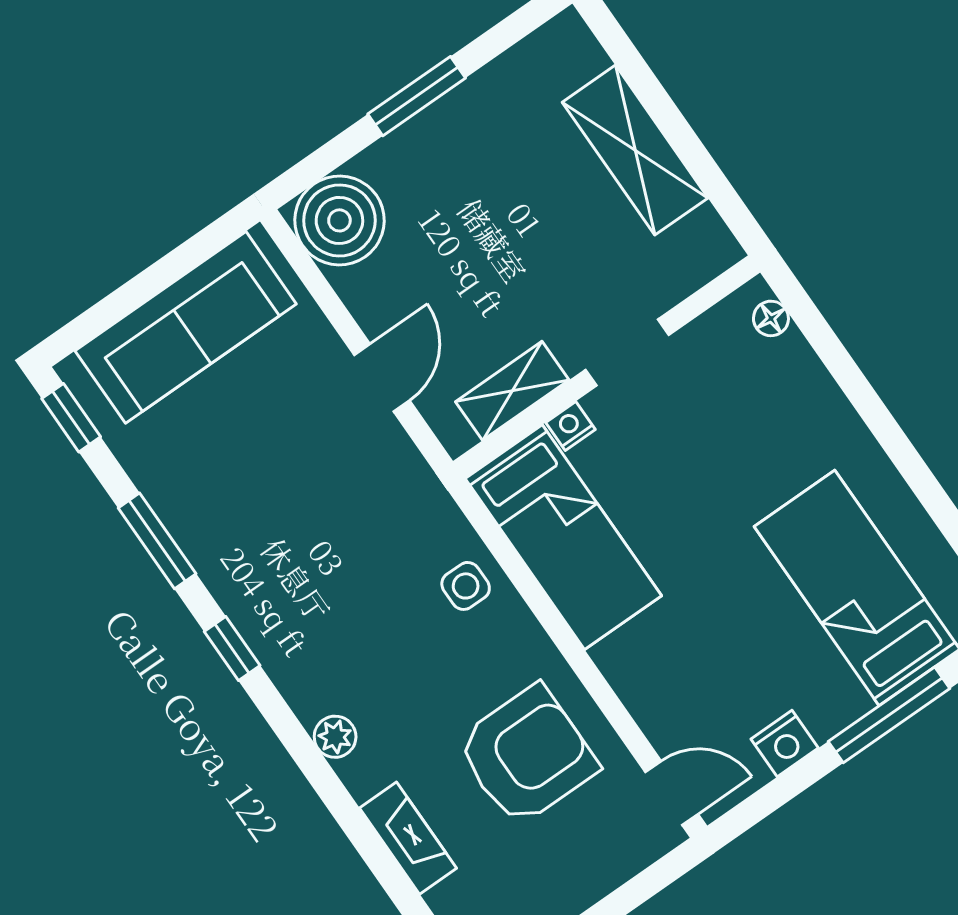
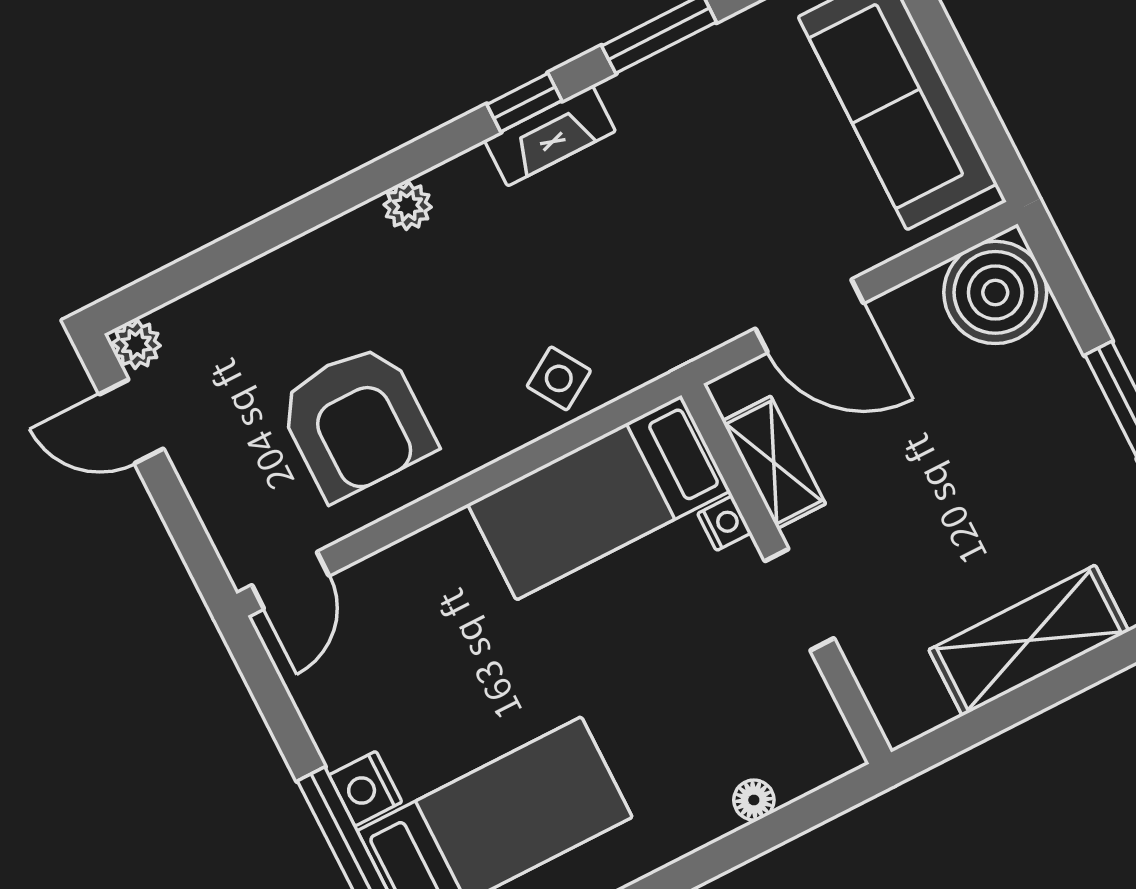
floor lamp: (771, 318) -> (754, 800), moved
door: (382, 378) -> (809, 316), width x1.38
side table: (466, 586) -> (559, 378), turned -32
nightstand: (785, 744) -> (365, 789), moved
fireplace: (408, 838) -> (550, 136), moved

